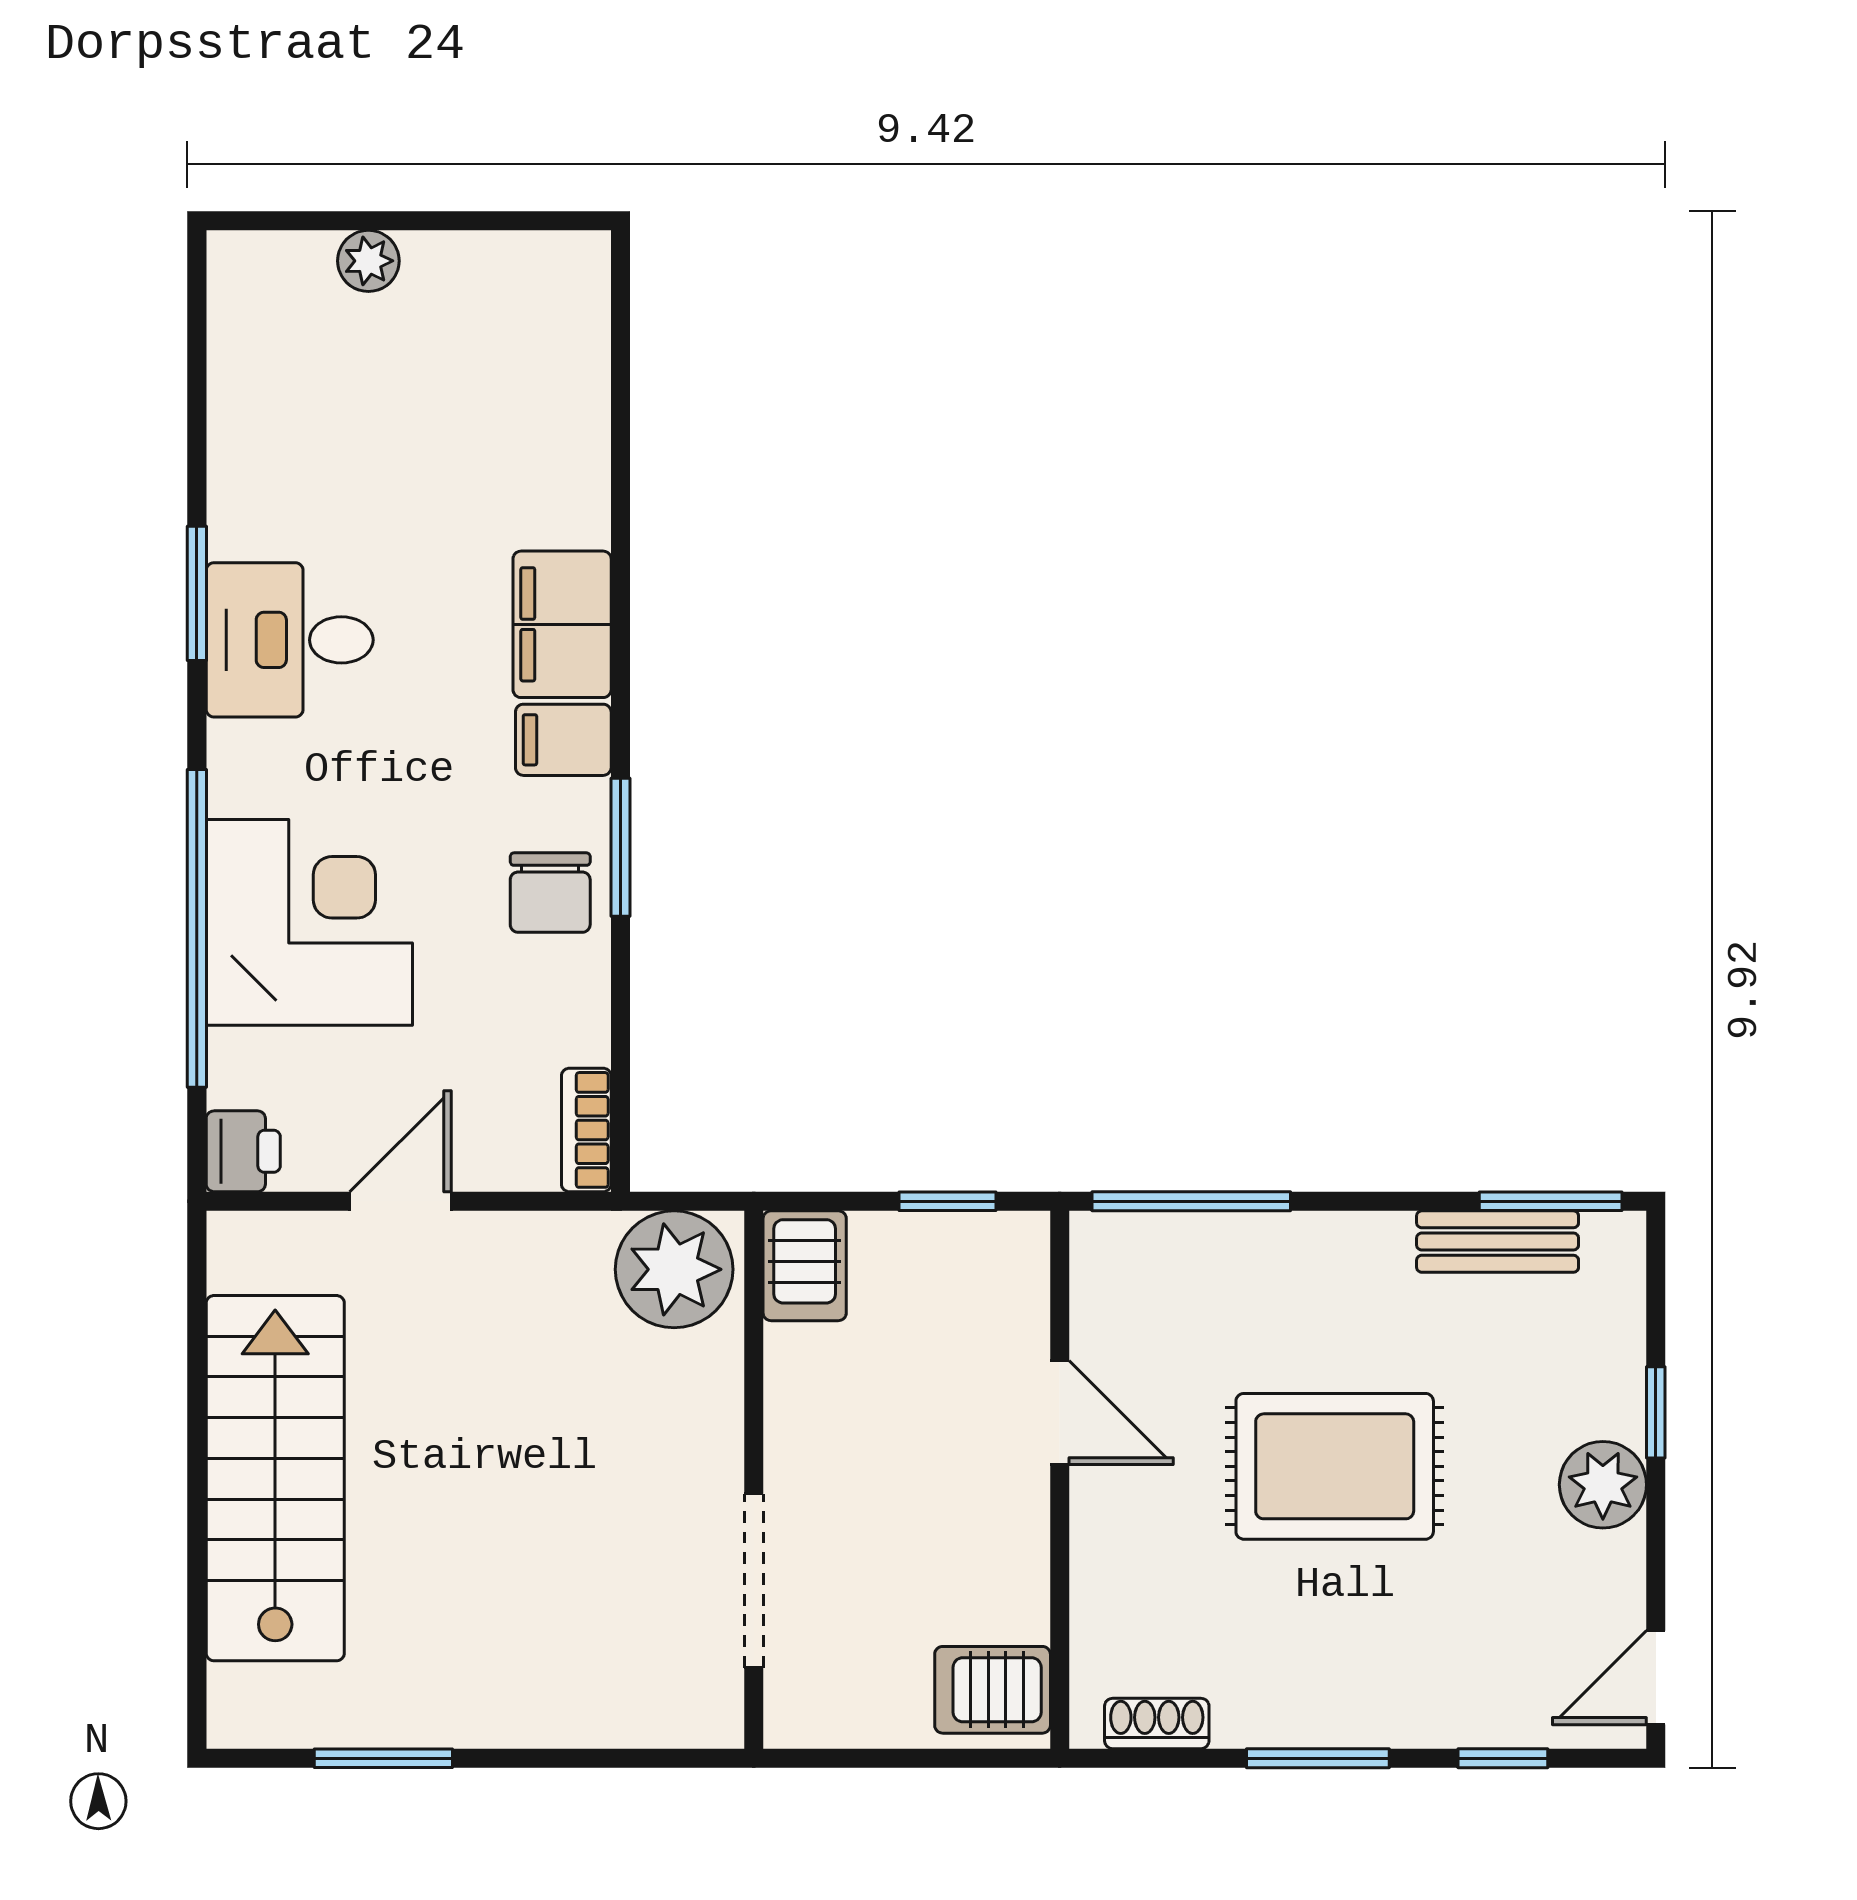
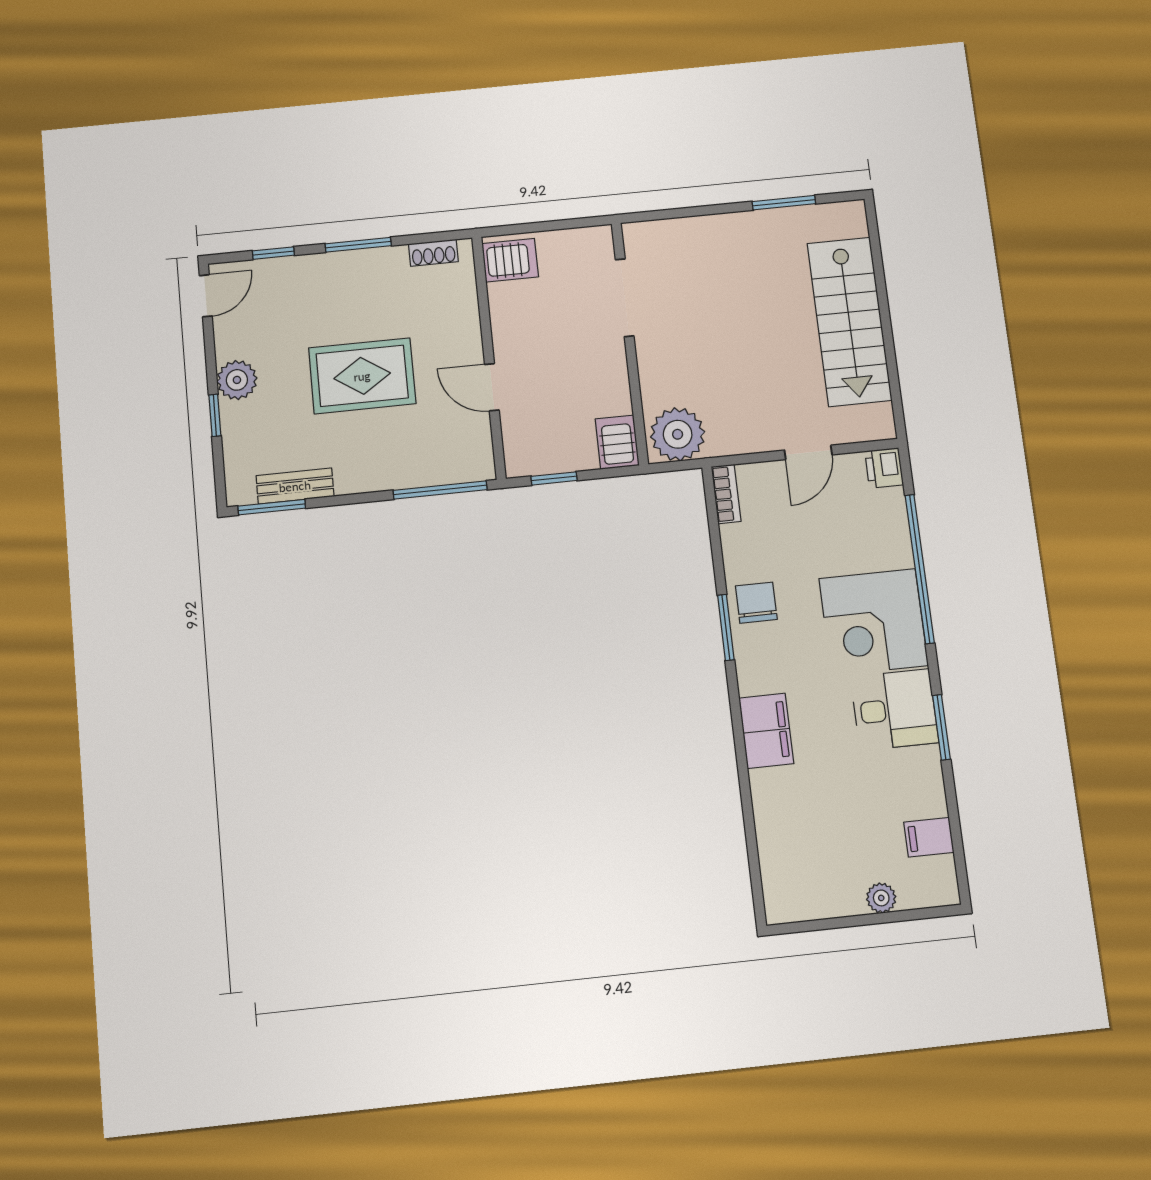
filing cabinet: (563, 740) -> (929, 837), moved, turned 180
corner desk: (309, 922) -> (873, 622), moved

